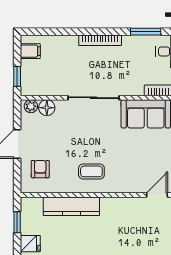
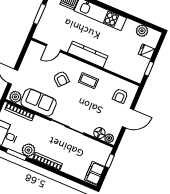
plant: (132, 44) -> (28, 150), added
filing cabinet: (30, 51) -> (95, 173), width x2.00
armchair: (129, 158) -> (61, 79), added
kitchen counter: (71, 206) -> (88, 54), moved

